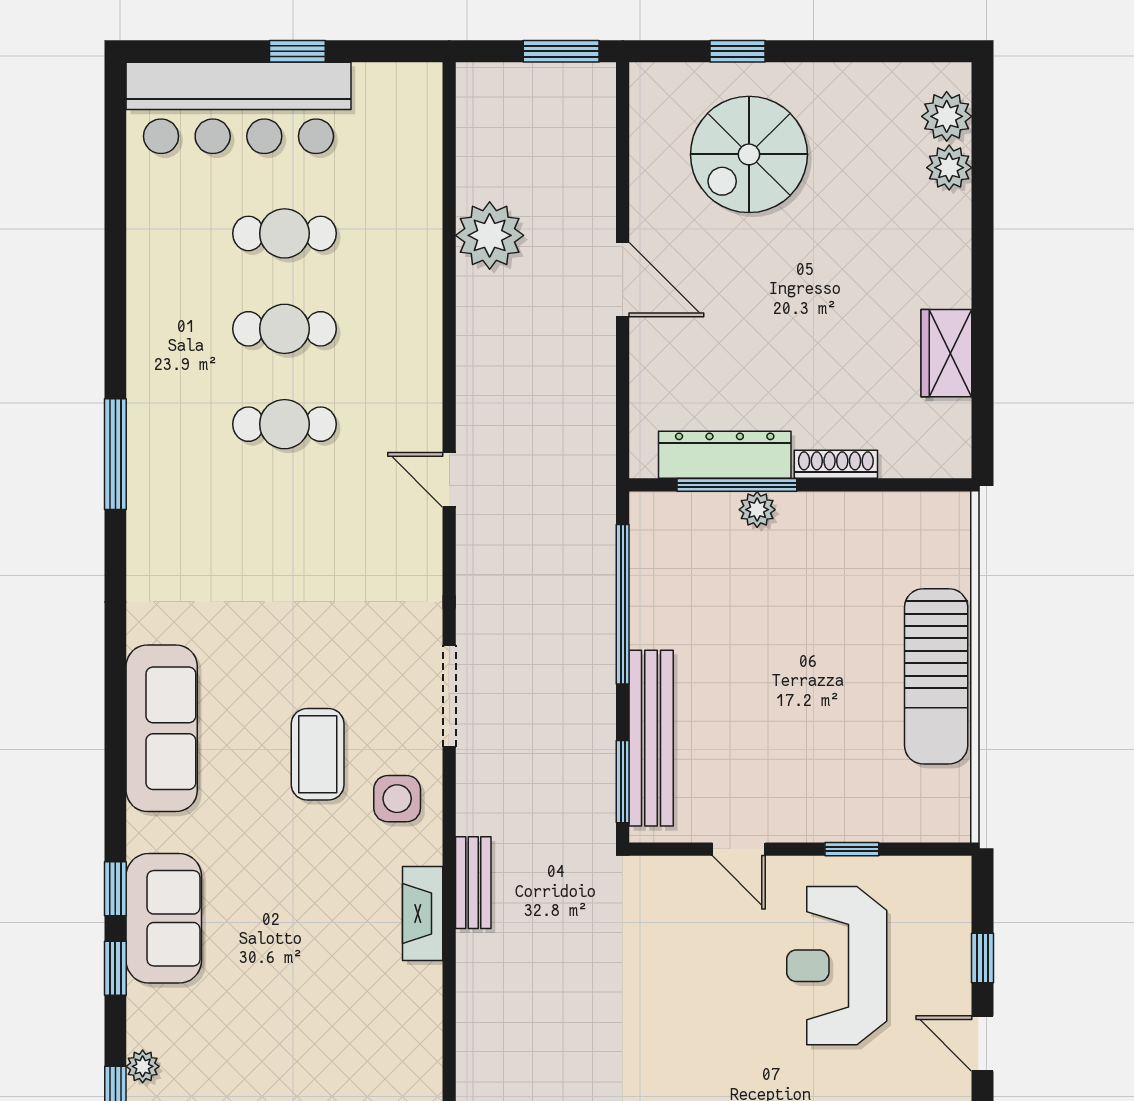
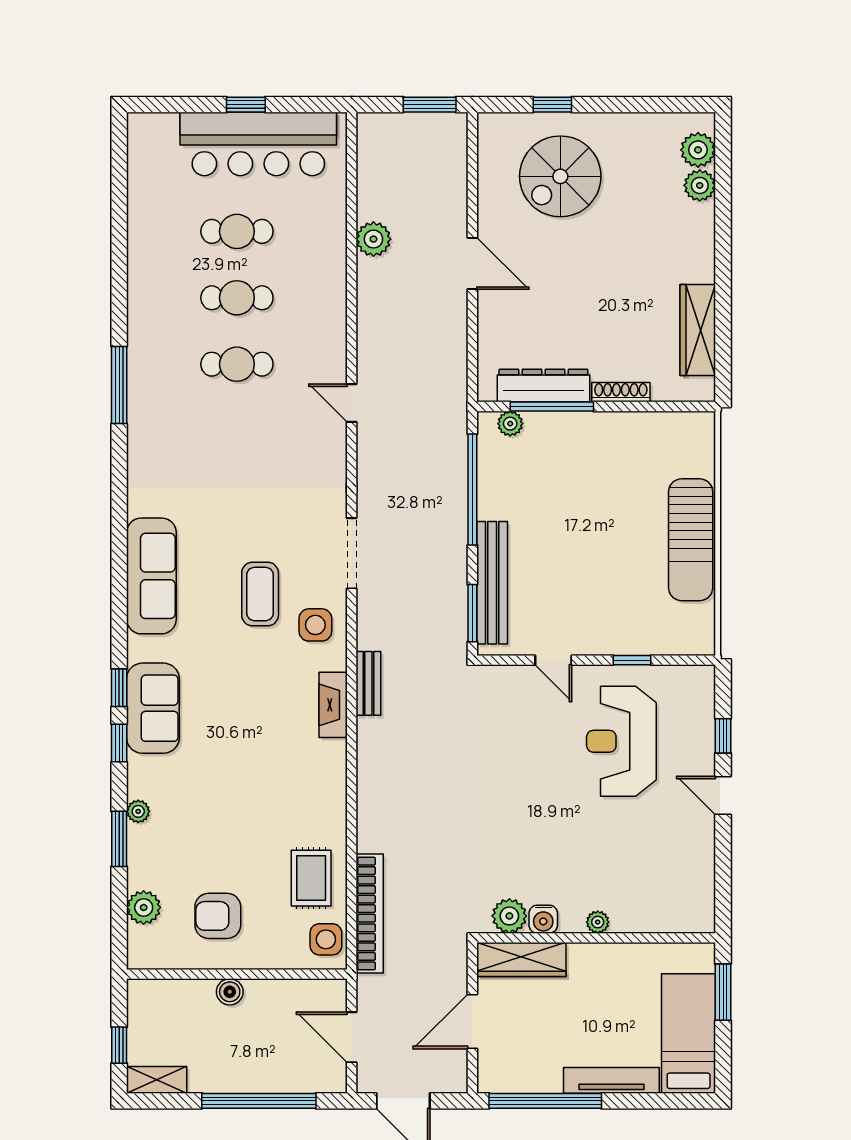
bar counter: (238, 108) -> (258, 144), moved
plant: (490, 235) -> (373, 239), width x0.73, depth x0.73
wardrobe: (946, 353) -> (698, 330), width x1.50
plant: (757, 510) -> (510, 424), moved

